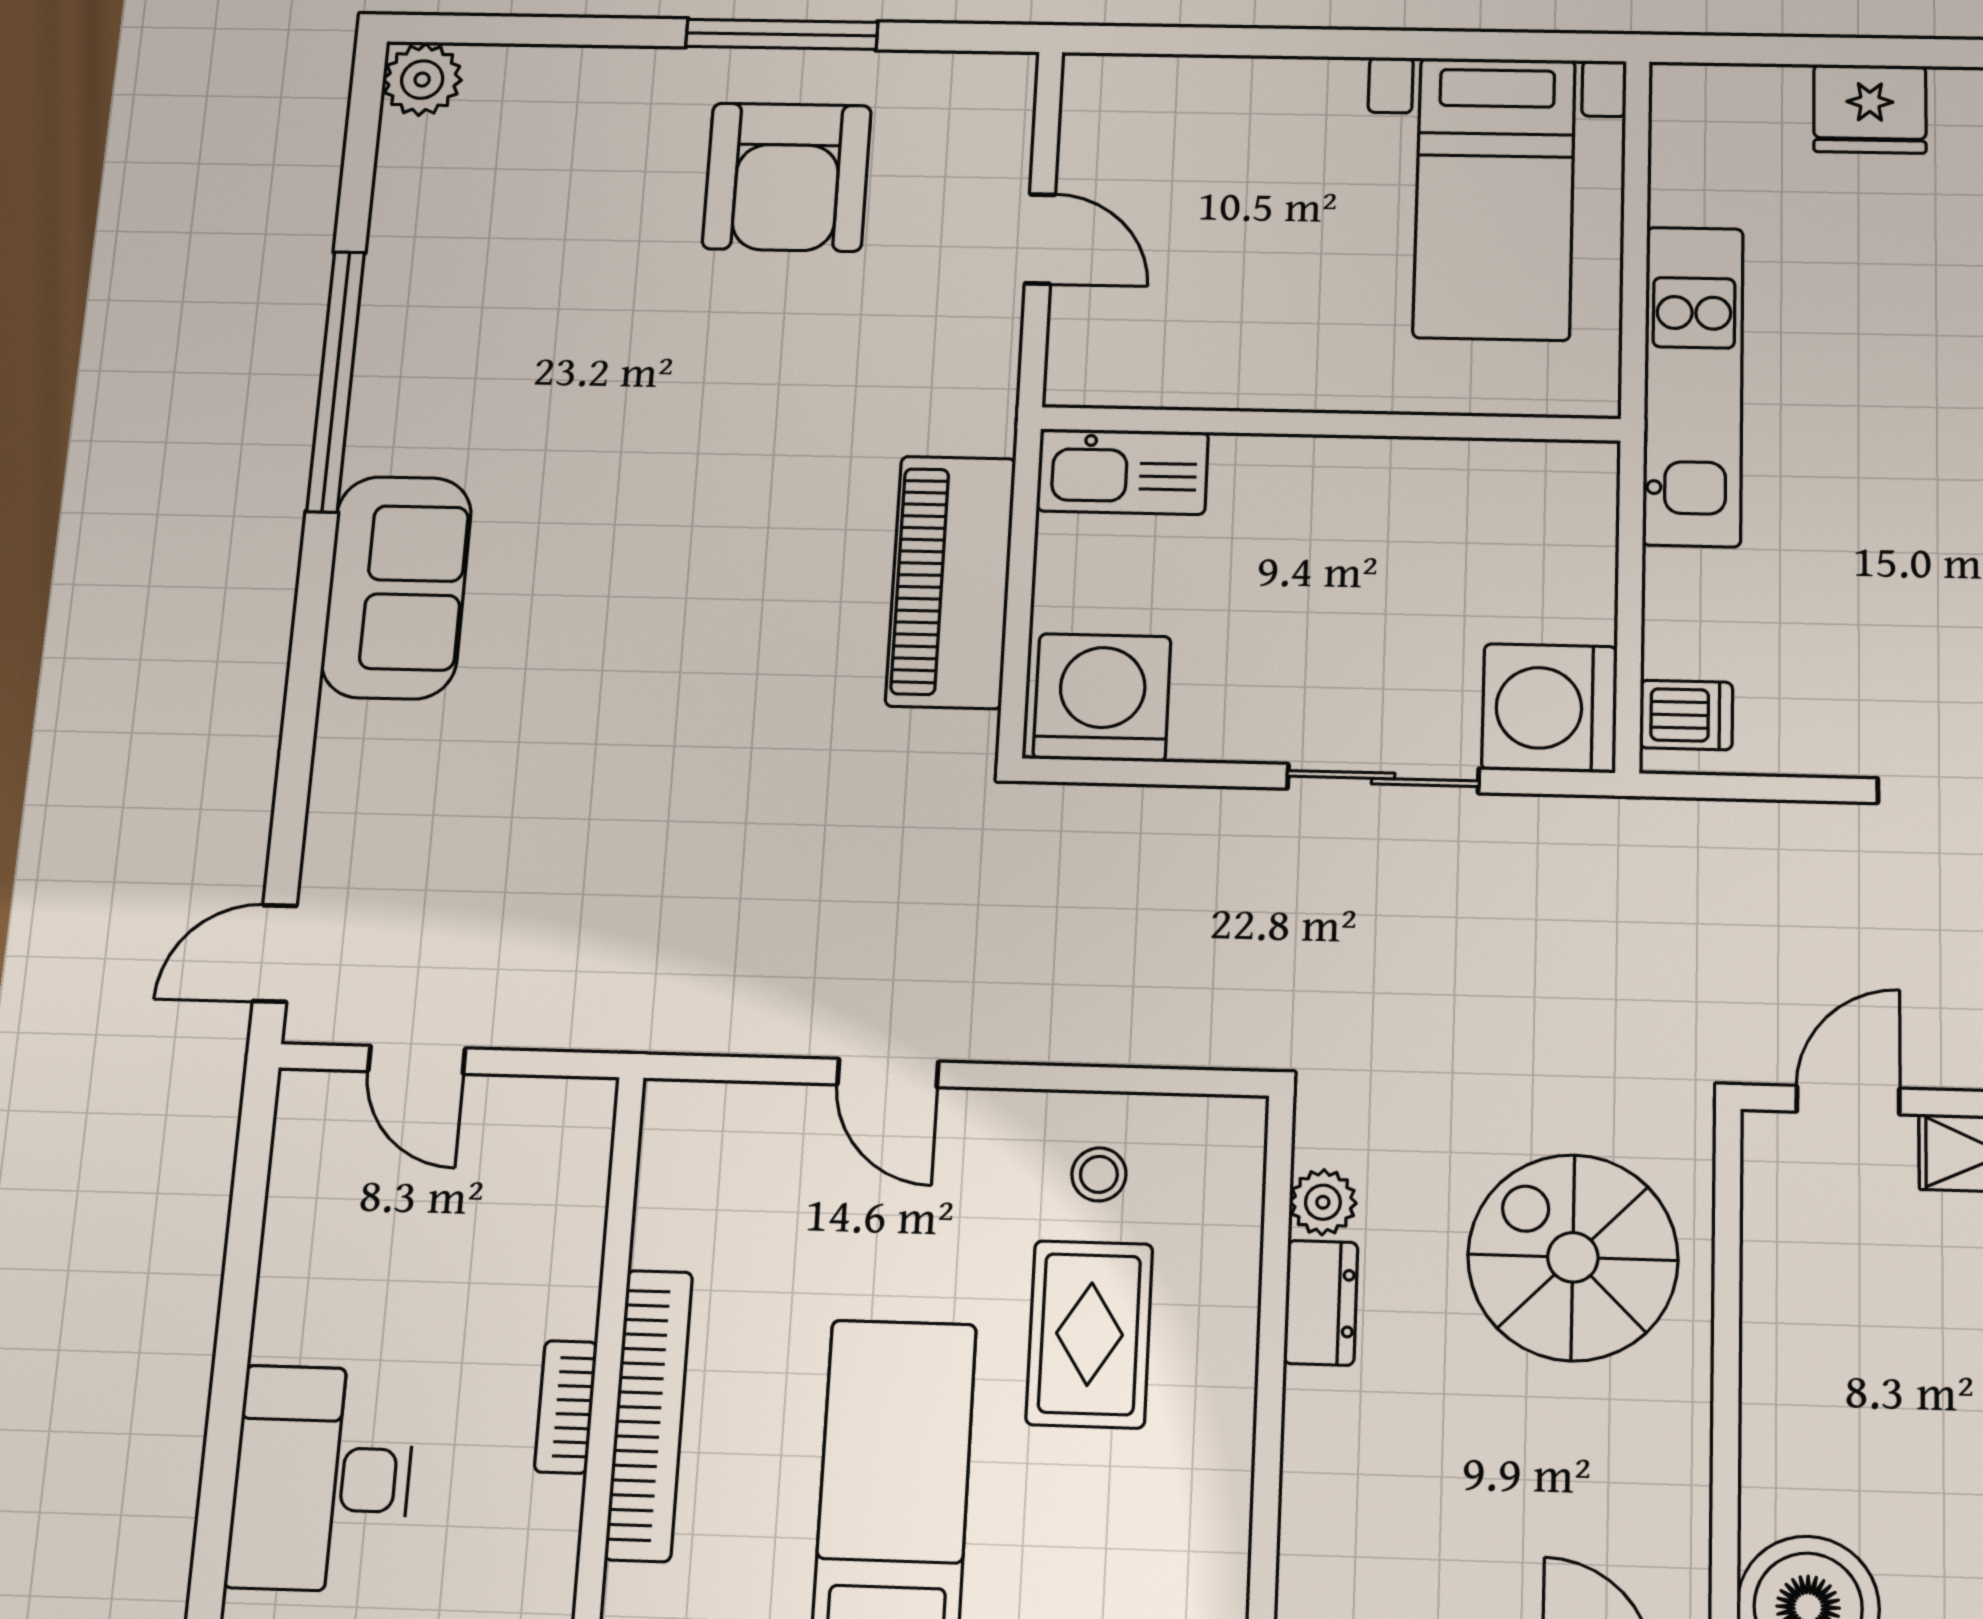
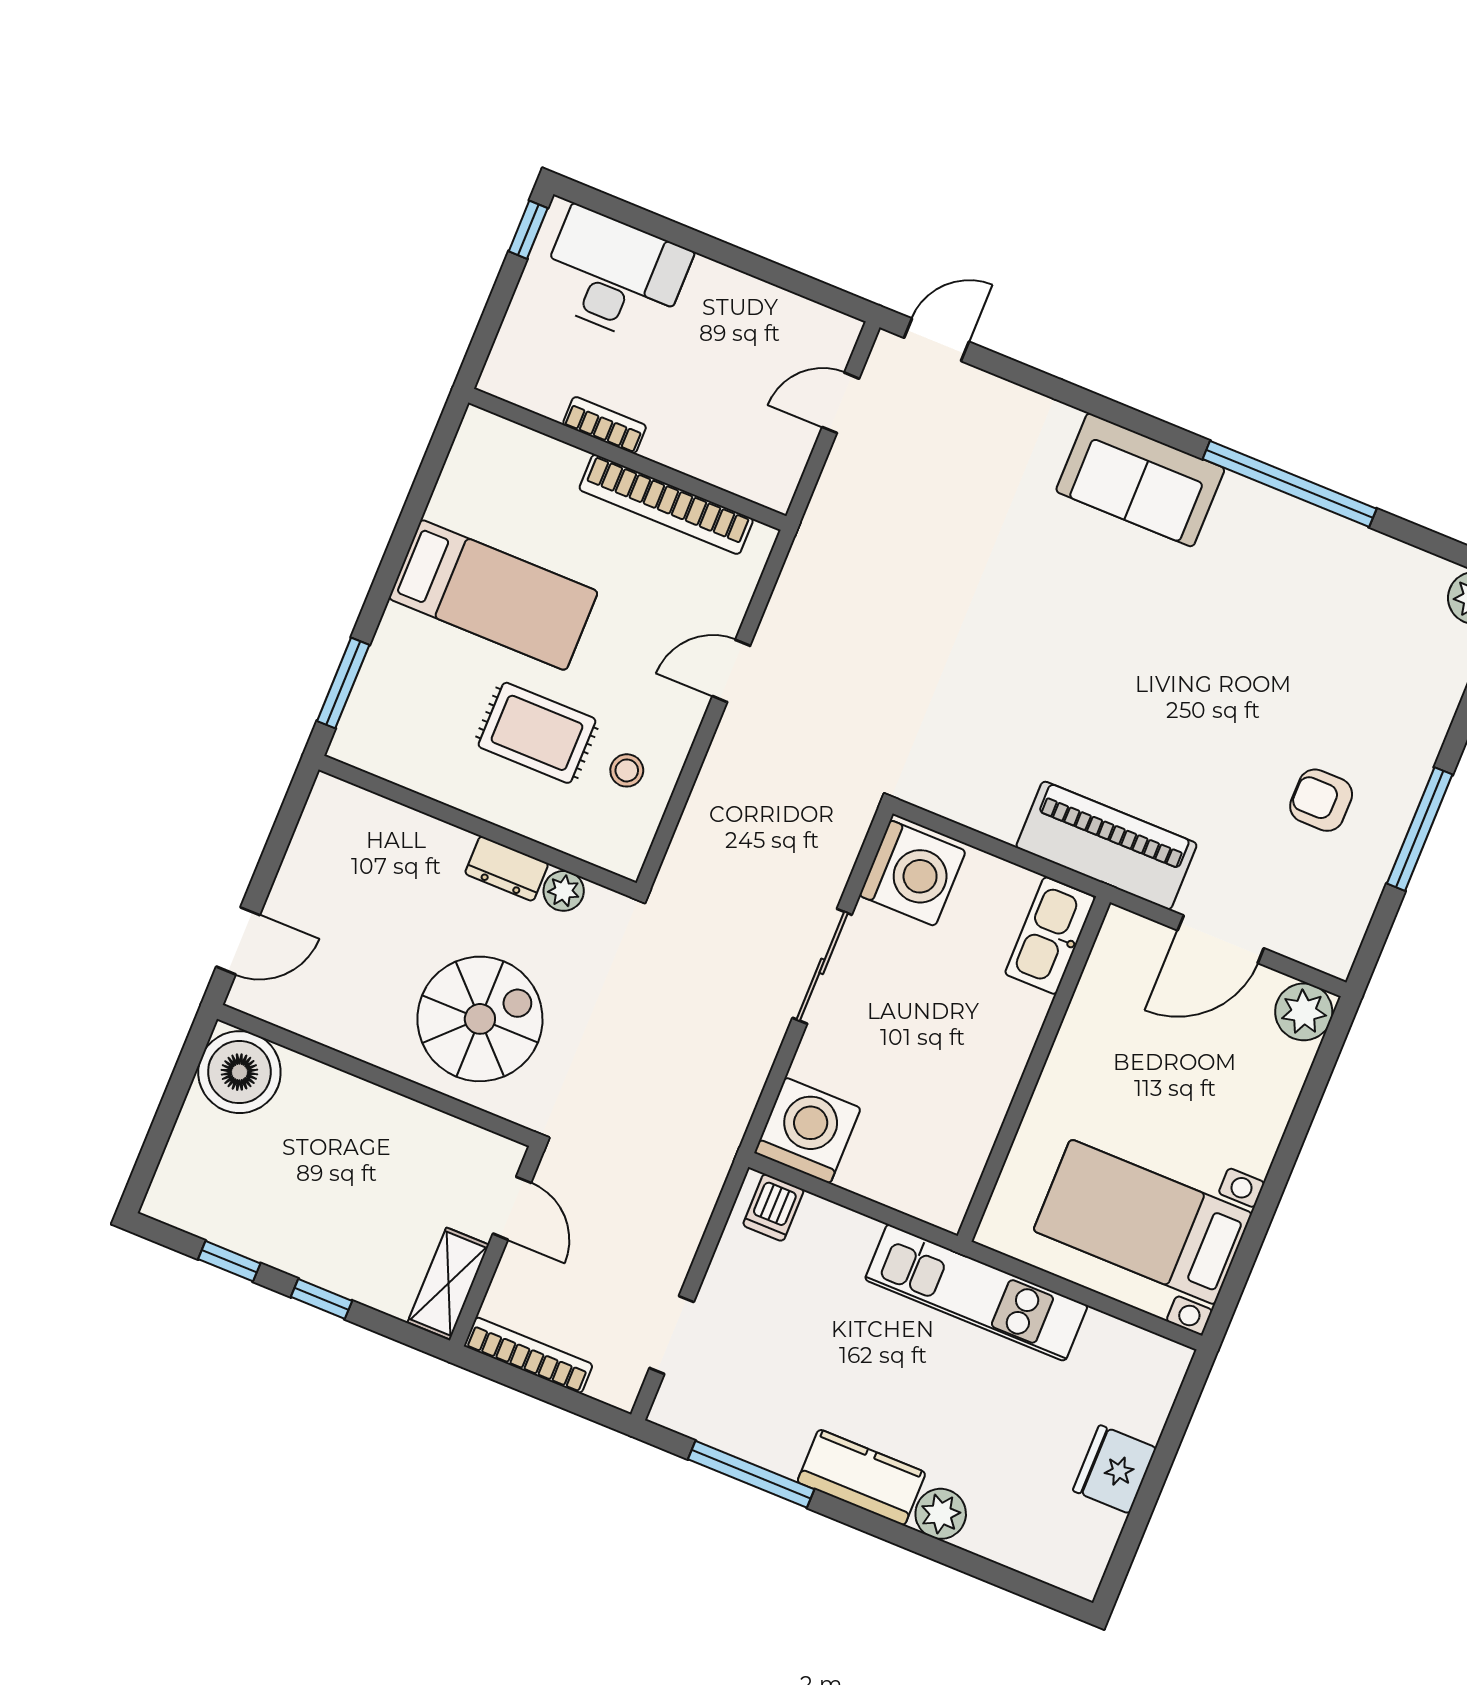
plant: (1103, 93) -> (1304, 1012), added
armchair: (787, 177) -> (1321, 800), width x0.53, depth x0.53
door: (1040, 239) -> (1221, 939), width x1.38
piano: (951, 582) -> (1106, 845), moved
sliding door: (1383, 779) -> (822, 966), moved
door: (275, 953) -> (936, 340), hinge flipped
bookcase: (649, 1415) -> (666, 504), moved

